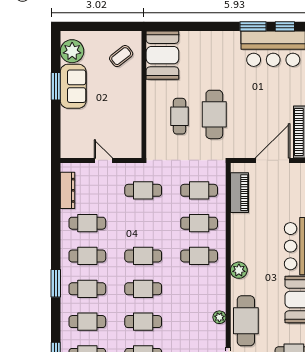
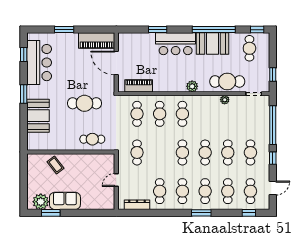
window: (253, 26) -> (24, 94), moved
booth: (162, 55) -> (38, 116), moved, turned 90
coffee table: (121, 56) -> (56, 165), moved
window: (56, 86) -> (51, 213), moved
cafe table: (180, 116) -> (92, 139), moved

